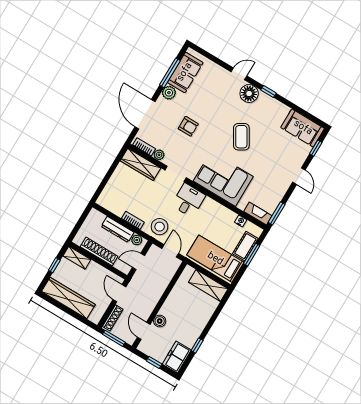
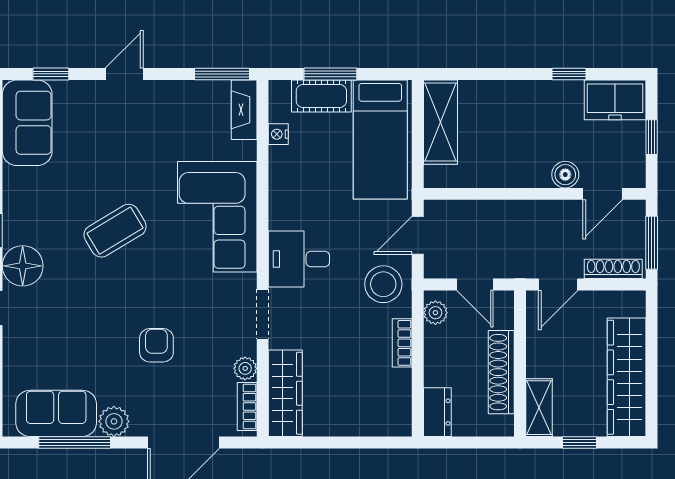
dresser: (118, 229) -> (437, 412), moved, width x0.70

